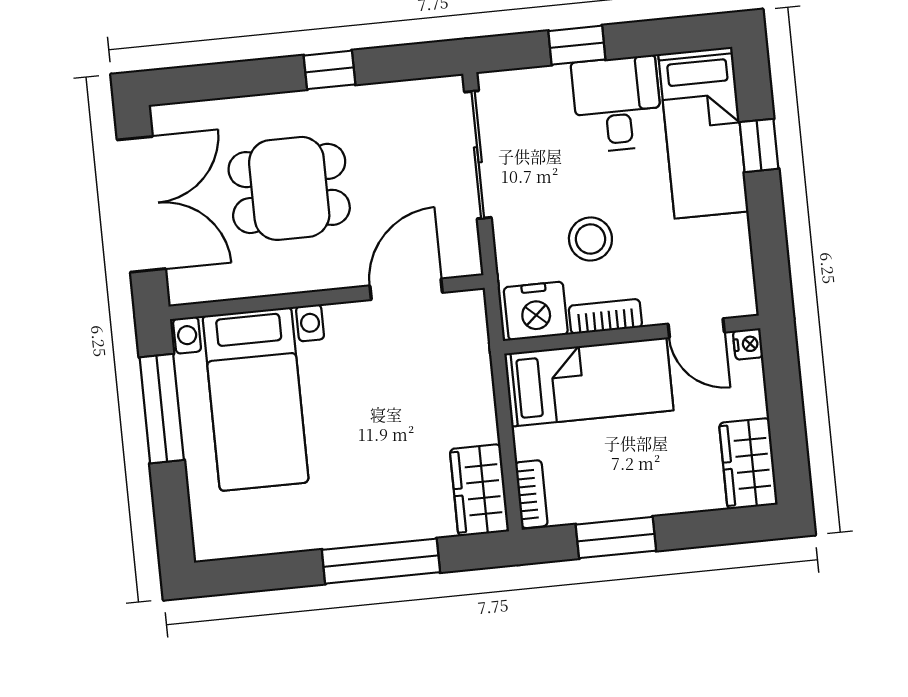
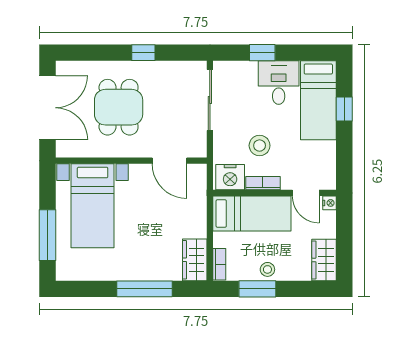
dining table: (289, 188) -> (119, 107), turned 90
door: (406, 289) -> (169, 161), swing flipped
window: (162, 409) -> (47, 235), moved
stool: (633, 495) -> (267, 269), added

